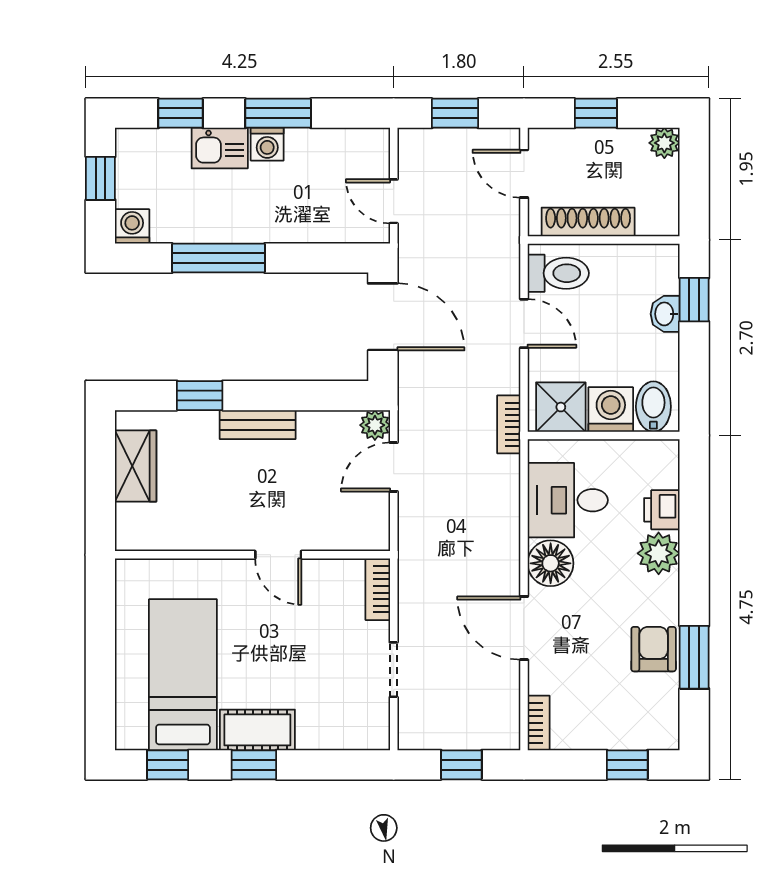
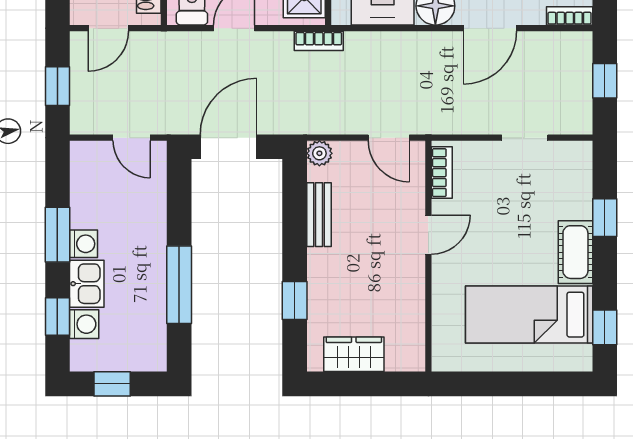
door: (394, 201) -> (132, 138), hinge flipped
washing machine: (132, 226) -> (84, 324), moved, turned 180
bench: (258, 425) -> (319, 215), moved
door: (394, 467) -> (389, 138), moved
bookcase: (378, 589) -> (442, 173), moved, turned -90
window: (254, 765) -> (605, 218), moved

